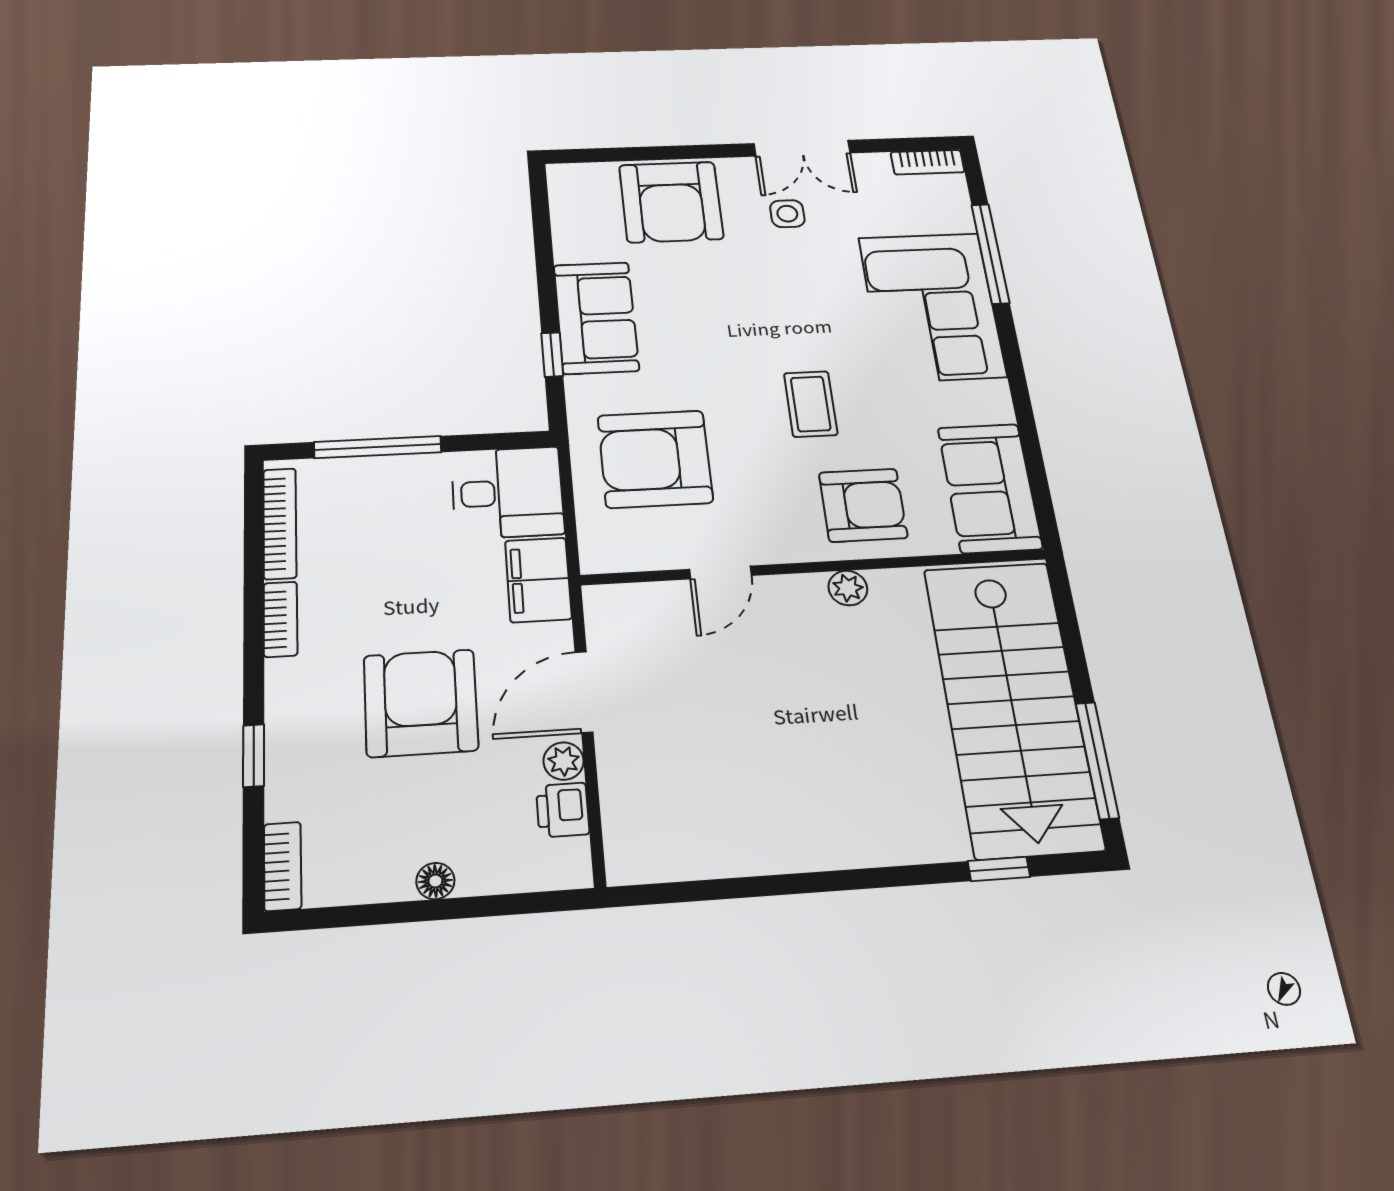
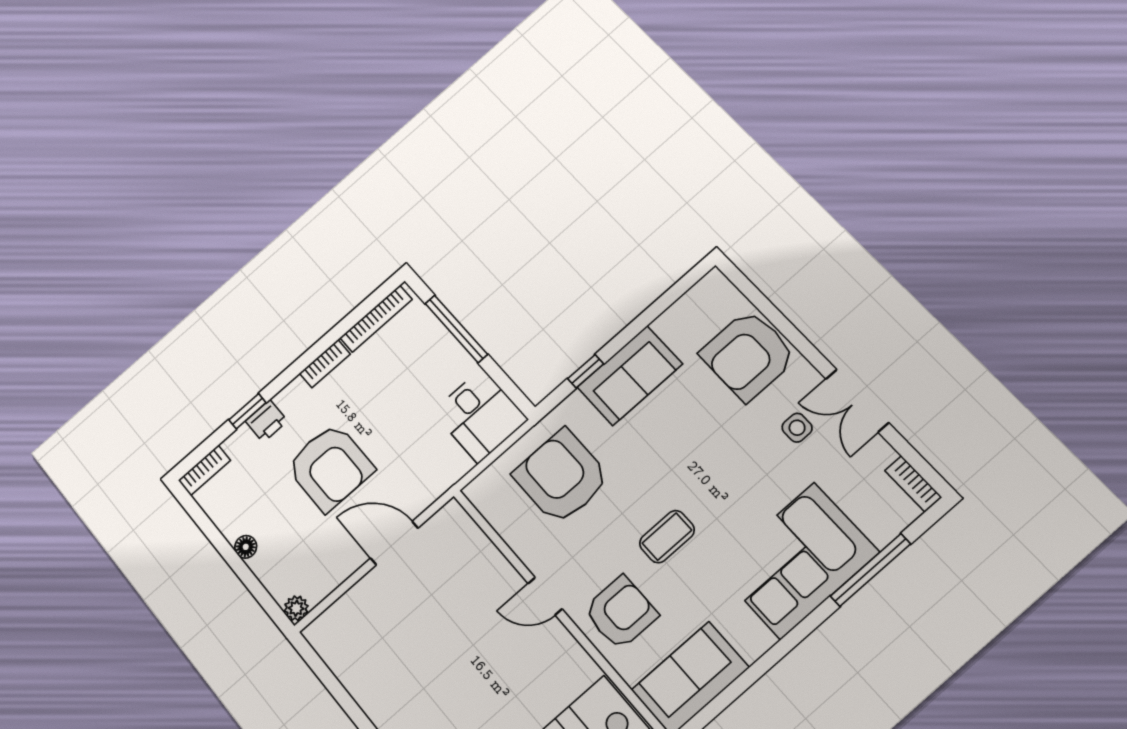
armchair: (863, 505) -> (621, 613), turned -90
door: (720, 572) -> (545, 596), moved
filing cabinet: (538, 580) -> (441, 471), removed
plant: (848, 588) -> (560, 640), removed
armchair: (421, 703) -> (330, 467), turned 90
plant: (564, 761) -> (296, 608), moved
printer: (563, 810) -> (266, 421), moved, turned 180

